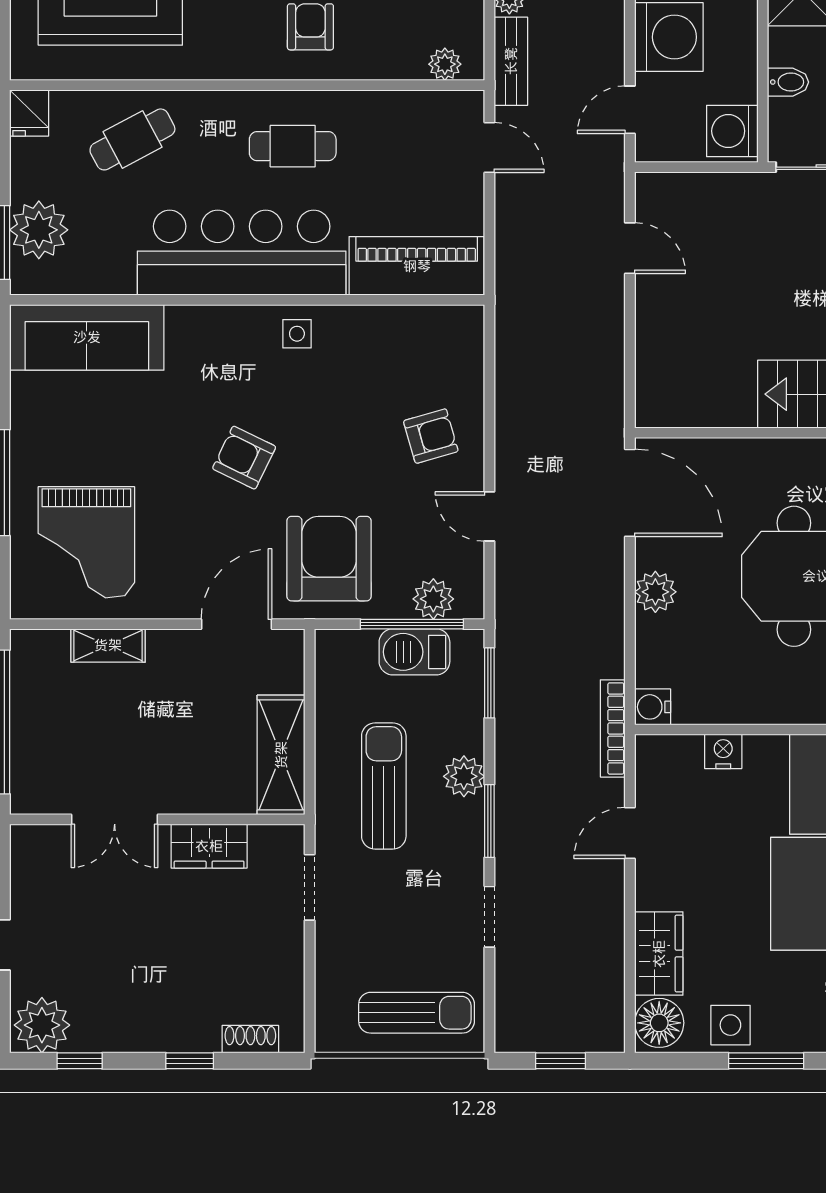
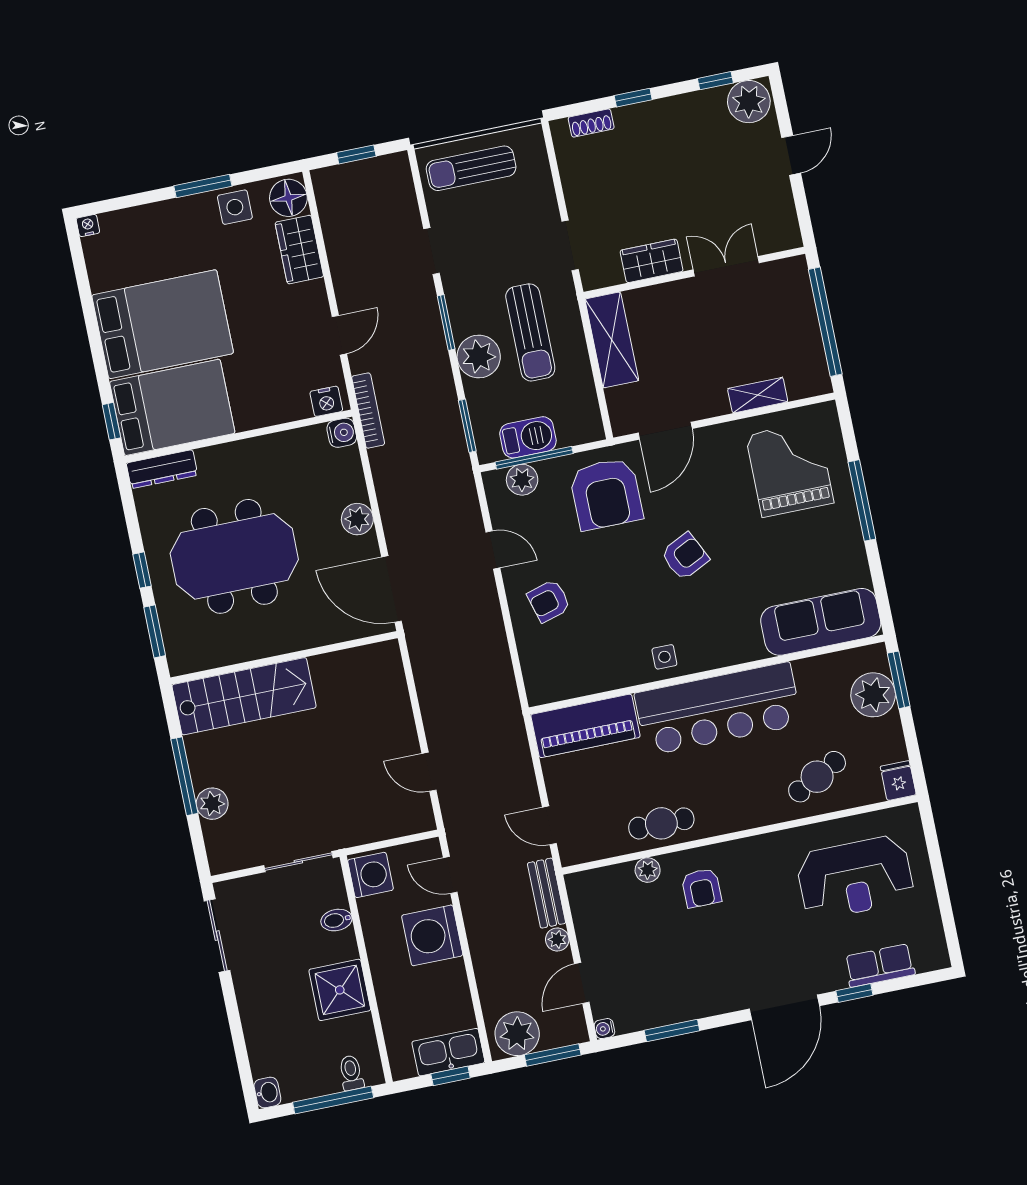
plant: (445, 64) -> (648, 870), moved
door: (630, 110) -> (450, 875), swing flipped
cafe table: (293, 146) -> (661, 823), moved
armchair: (244, 458) -> (685, 556), turned -52
nightstand: (723, 751) -> (326, 401), moved
plant: (464, 776) -> (479, 356), width x1.36, depth x1.36

